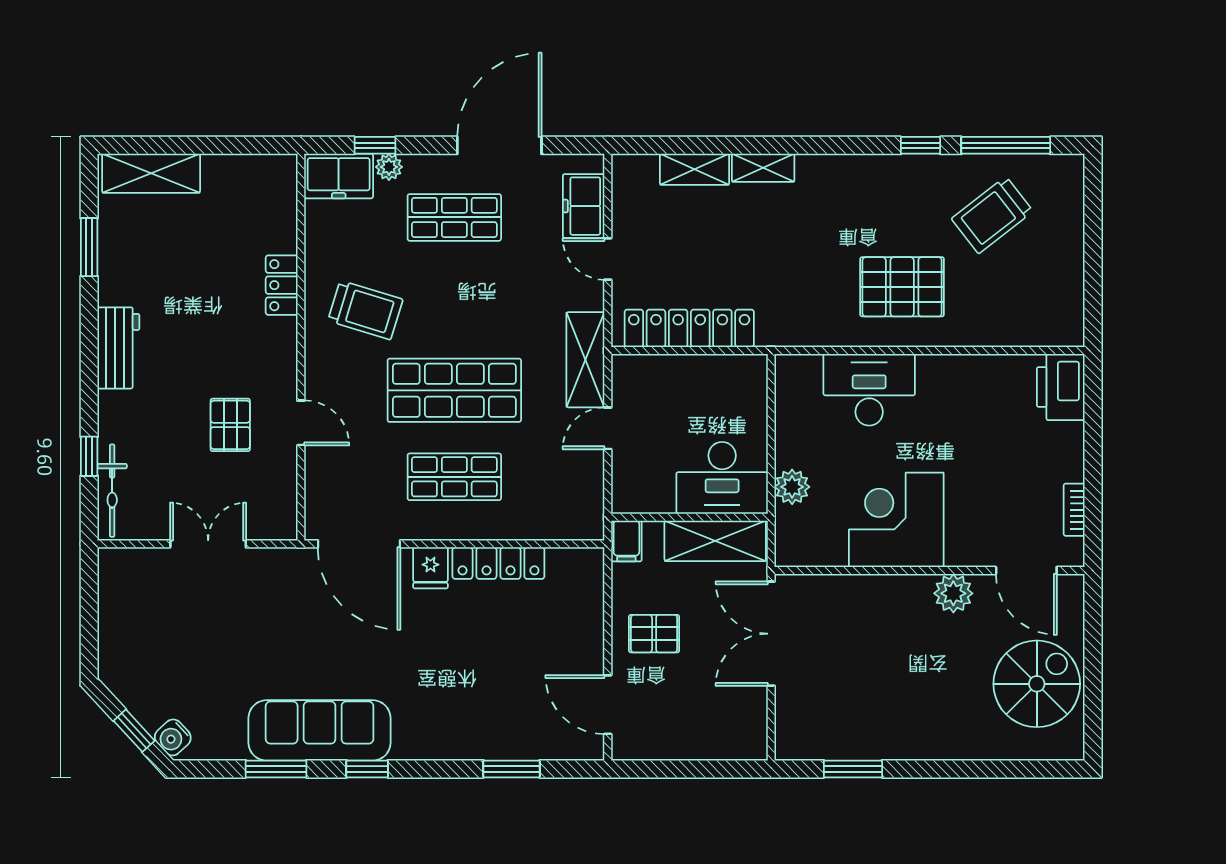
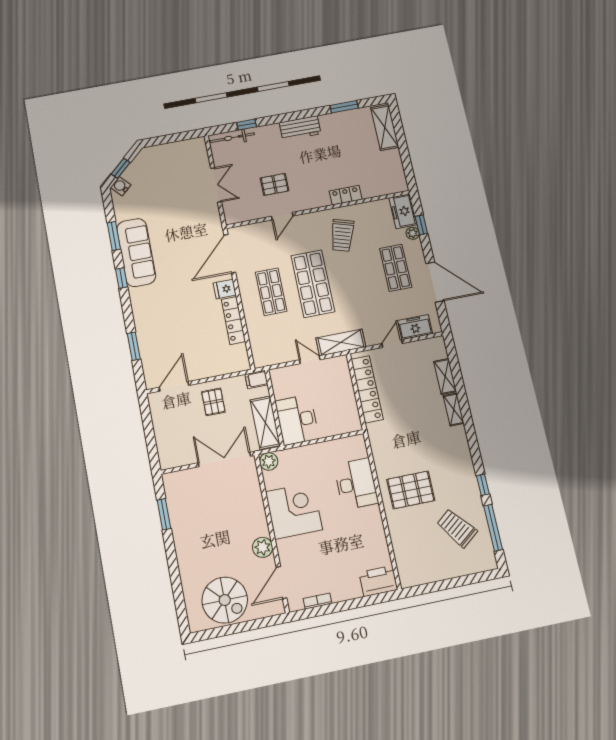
pallet: (902, 287) -> (411, 490), turned 90
plant: (792, 487) -> (269, 461), moved

